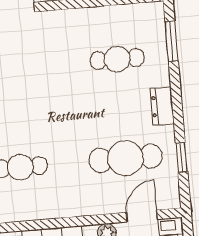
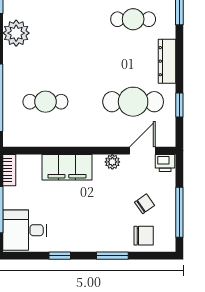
dresser: (162, 106) -> (167, 61), width x1.44

